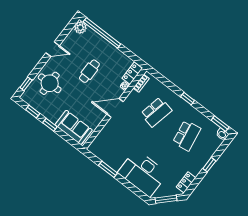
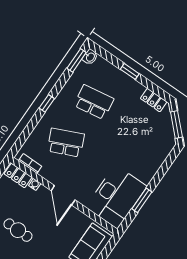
school desk: (156, 112) -> (66, 143), turned -36
desk: (143, 173) -> (116, 197), moved

